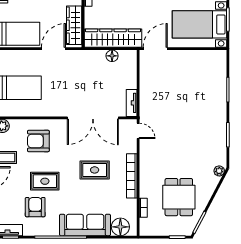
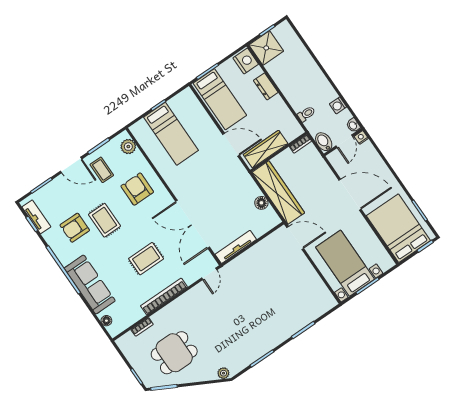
tv unit: (132, 103) -> (236, 247), width x1.41
rug: (95, 170) -> (146, 259), turned 90
armchair: (35, 207) -> (75, 228), turned 180
floor lamp: (120, 227) -> (106, 321), width x0.53, depth x0.53

